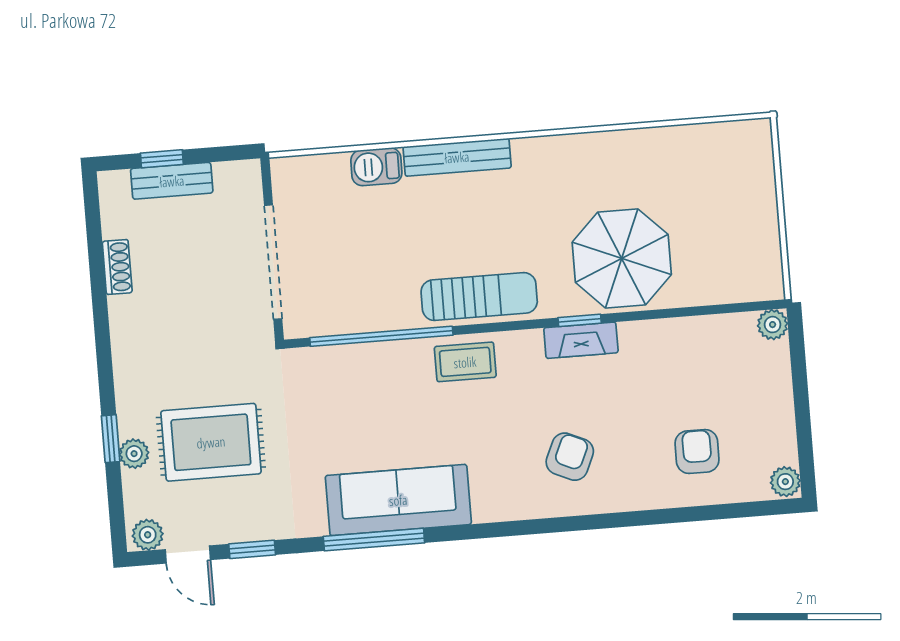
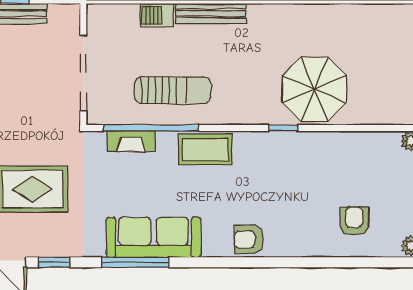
sun lounger: (479, 297) -> (173, 90), moved
fireplace: (581, 340) -> (131, 141), moved
coffee table: (465, 362) -> (205, 149), width x1.36, depth x1.30
armchair: (570, 457) -> (249, 240), moved, turned -114

